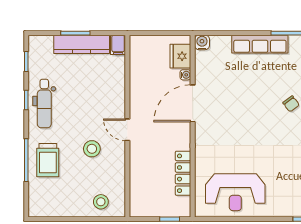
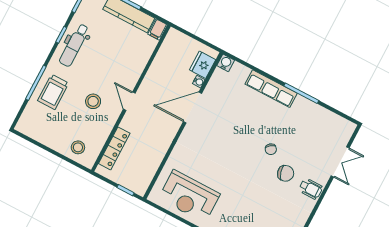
locker: (183, 173) -> (114, 148), moved, turned 180

